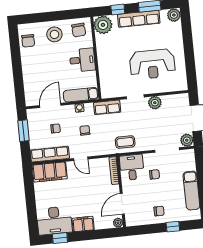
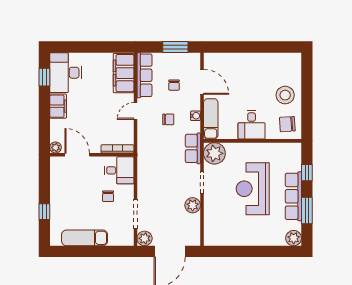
plant: (103, 25) -> (214, 153), moved
chair: (28, 41) -> (281, 63), removed
reception desk: (152, 64) -> (253, 189), moved
coffee table: (125, 142) -> (150, 165), removed
chair: (159, 211) -> (64, 197), removed

